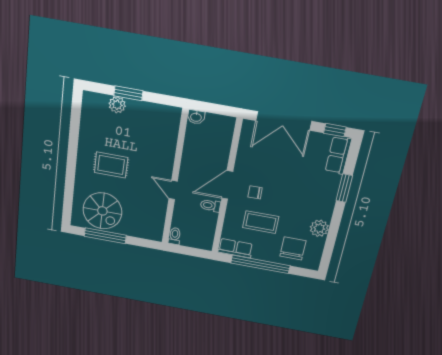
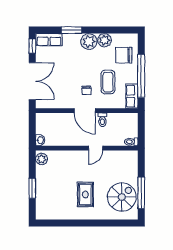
plant: (117, 105) -> (42, 159), moved
plant: (322, 208) -> (89, 41), added

